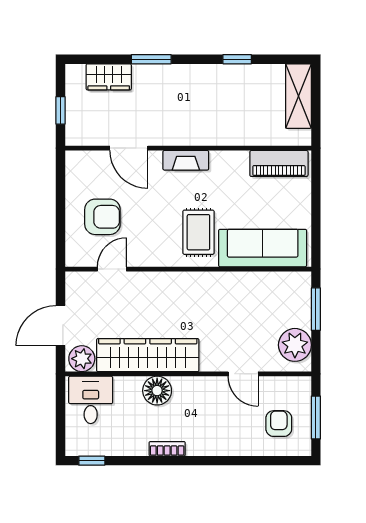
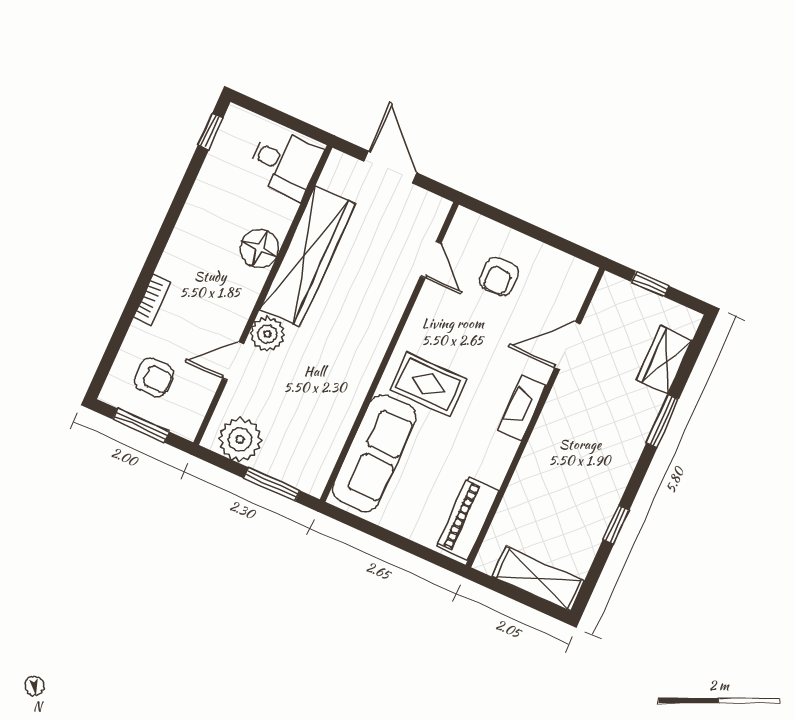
armchair: (102, 217) -> (499, 277), width x0.72, depth x0.72
plant: (82, 359) -> (267, 334), moved
bookcase: (167, 449) -> (152, 300), moved

